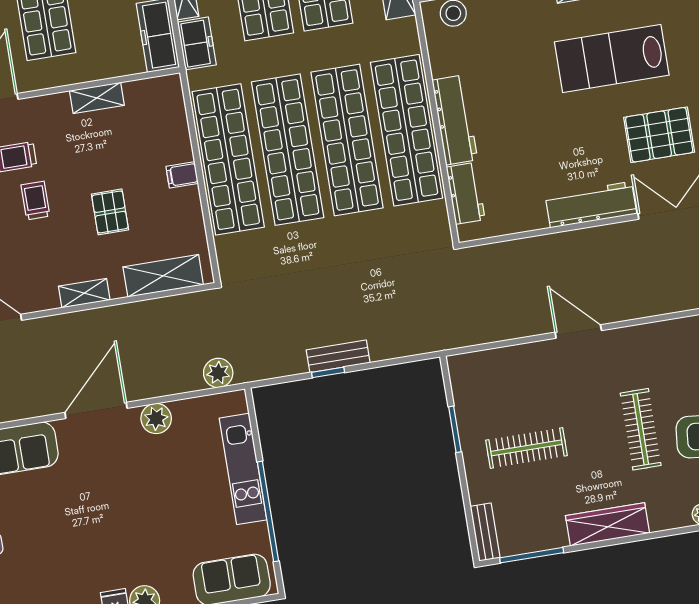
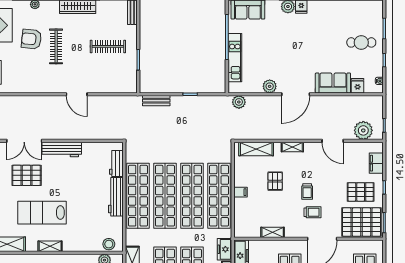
lab bench: (612, 59) -> (42, 213), turned 180
bench: (338, 356) -> (156, 101), moved

